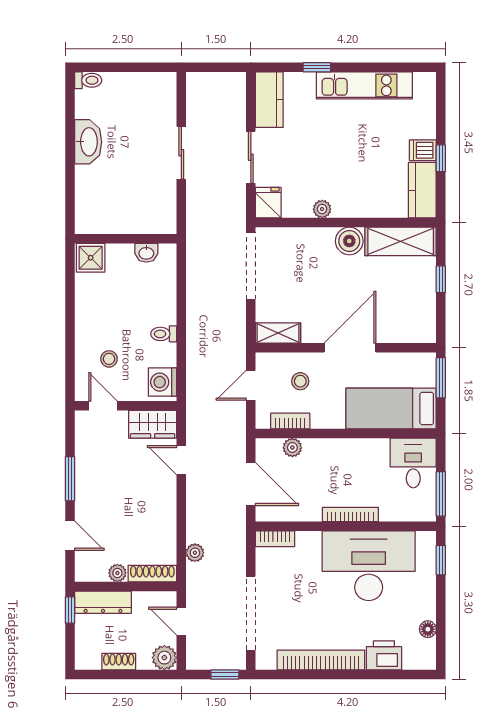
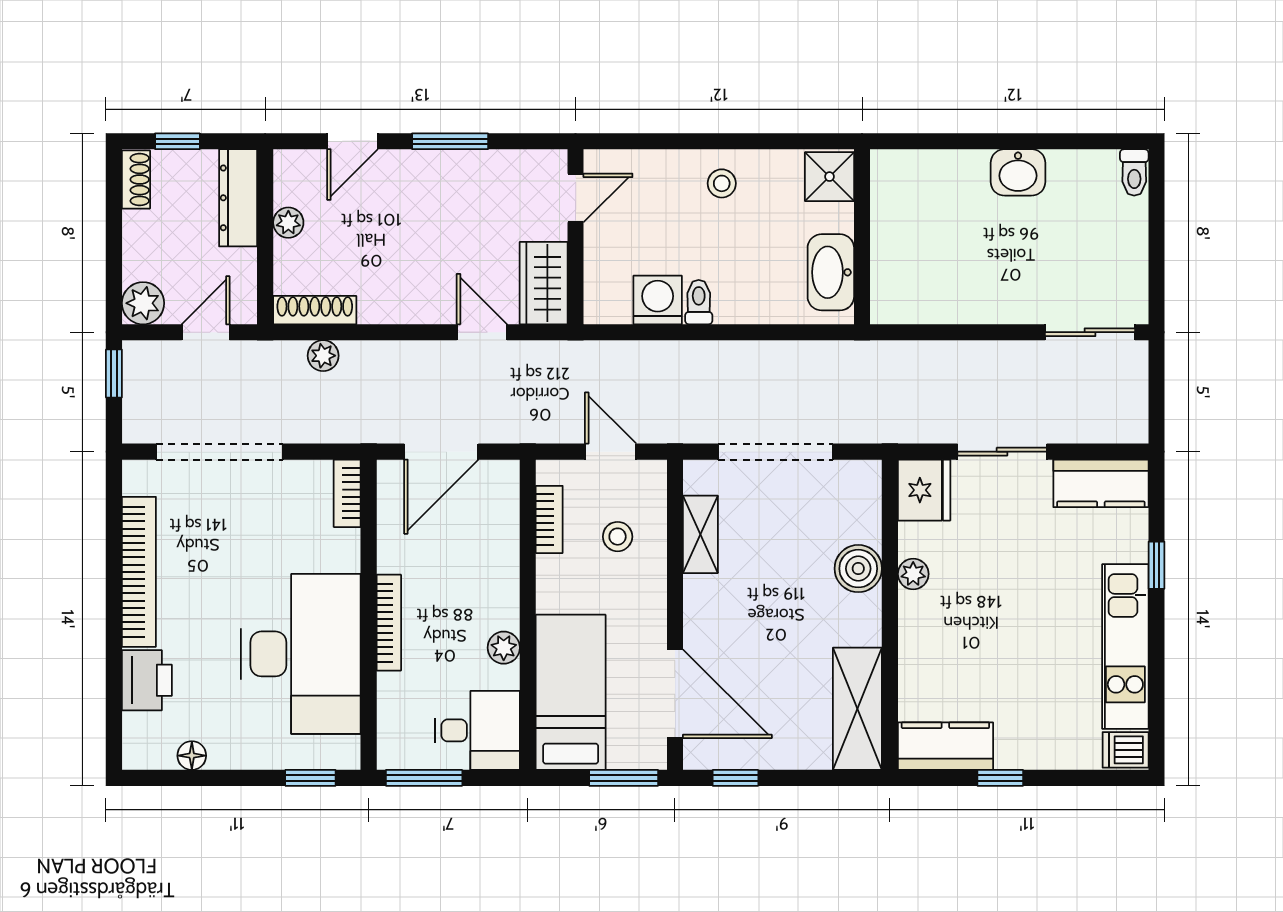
washbasin: (88, 142) -> (1018, 172), width x0.72
dishwasher: (423, 150) -> (1126, 750), moved, turned -90
sliding door: (181, 153) -> (1090, 332), moved
fridge: (268, 203) -> (924, 490), width x1.38
boiler: (349, 241) -> (858, 569), moved
washbasin: (146, 253) -> (831, 272), width x1.91, depth x1.45
doorway: (251, 266) -> (776, 452), moved
window: (441, 279) -> (735, 778), moved
shelving: (278, 333) -> (700, 534), moved
door: (350, 348) -> (675, 694), moved
stool: (109, 359) -> (722, 183), moved
washing machine: (162, 382) -> (658, 300), moved
plant: (292, 448) -> (504, 648), moved
door: (181, 460) -> (482, 332), hinge flipped
shoe rack: (152, 574) -> (315, 310), moved, turned -90
window: (70, 610) -> (177, 141), moved
shoe rack: (119, 662) -> (136, 180), moved
window: (225, 675) -> (114, 373), moved

